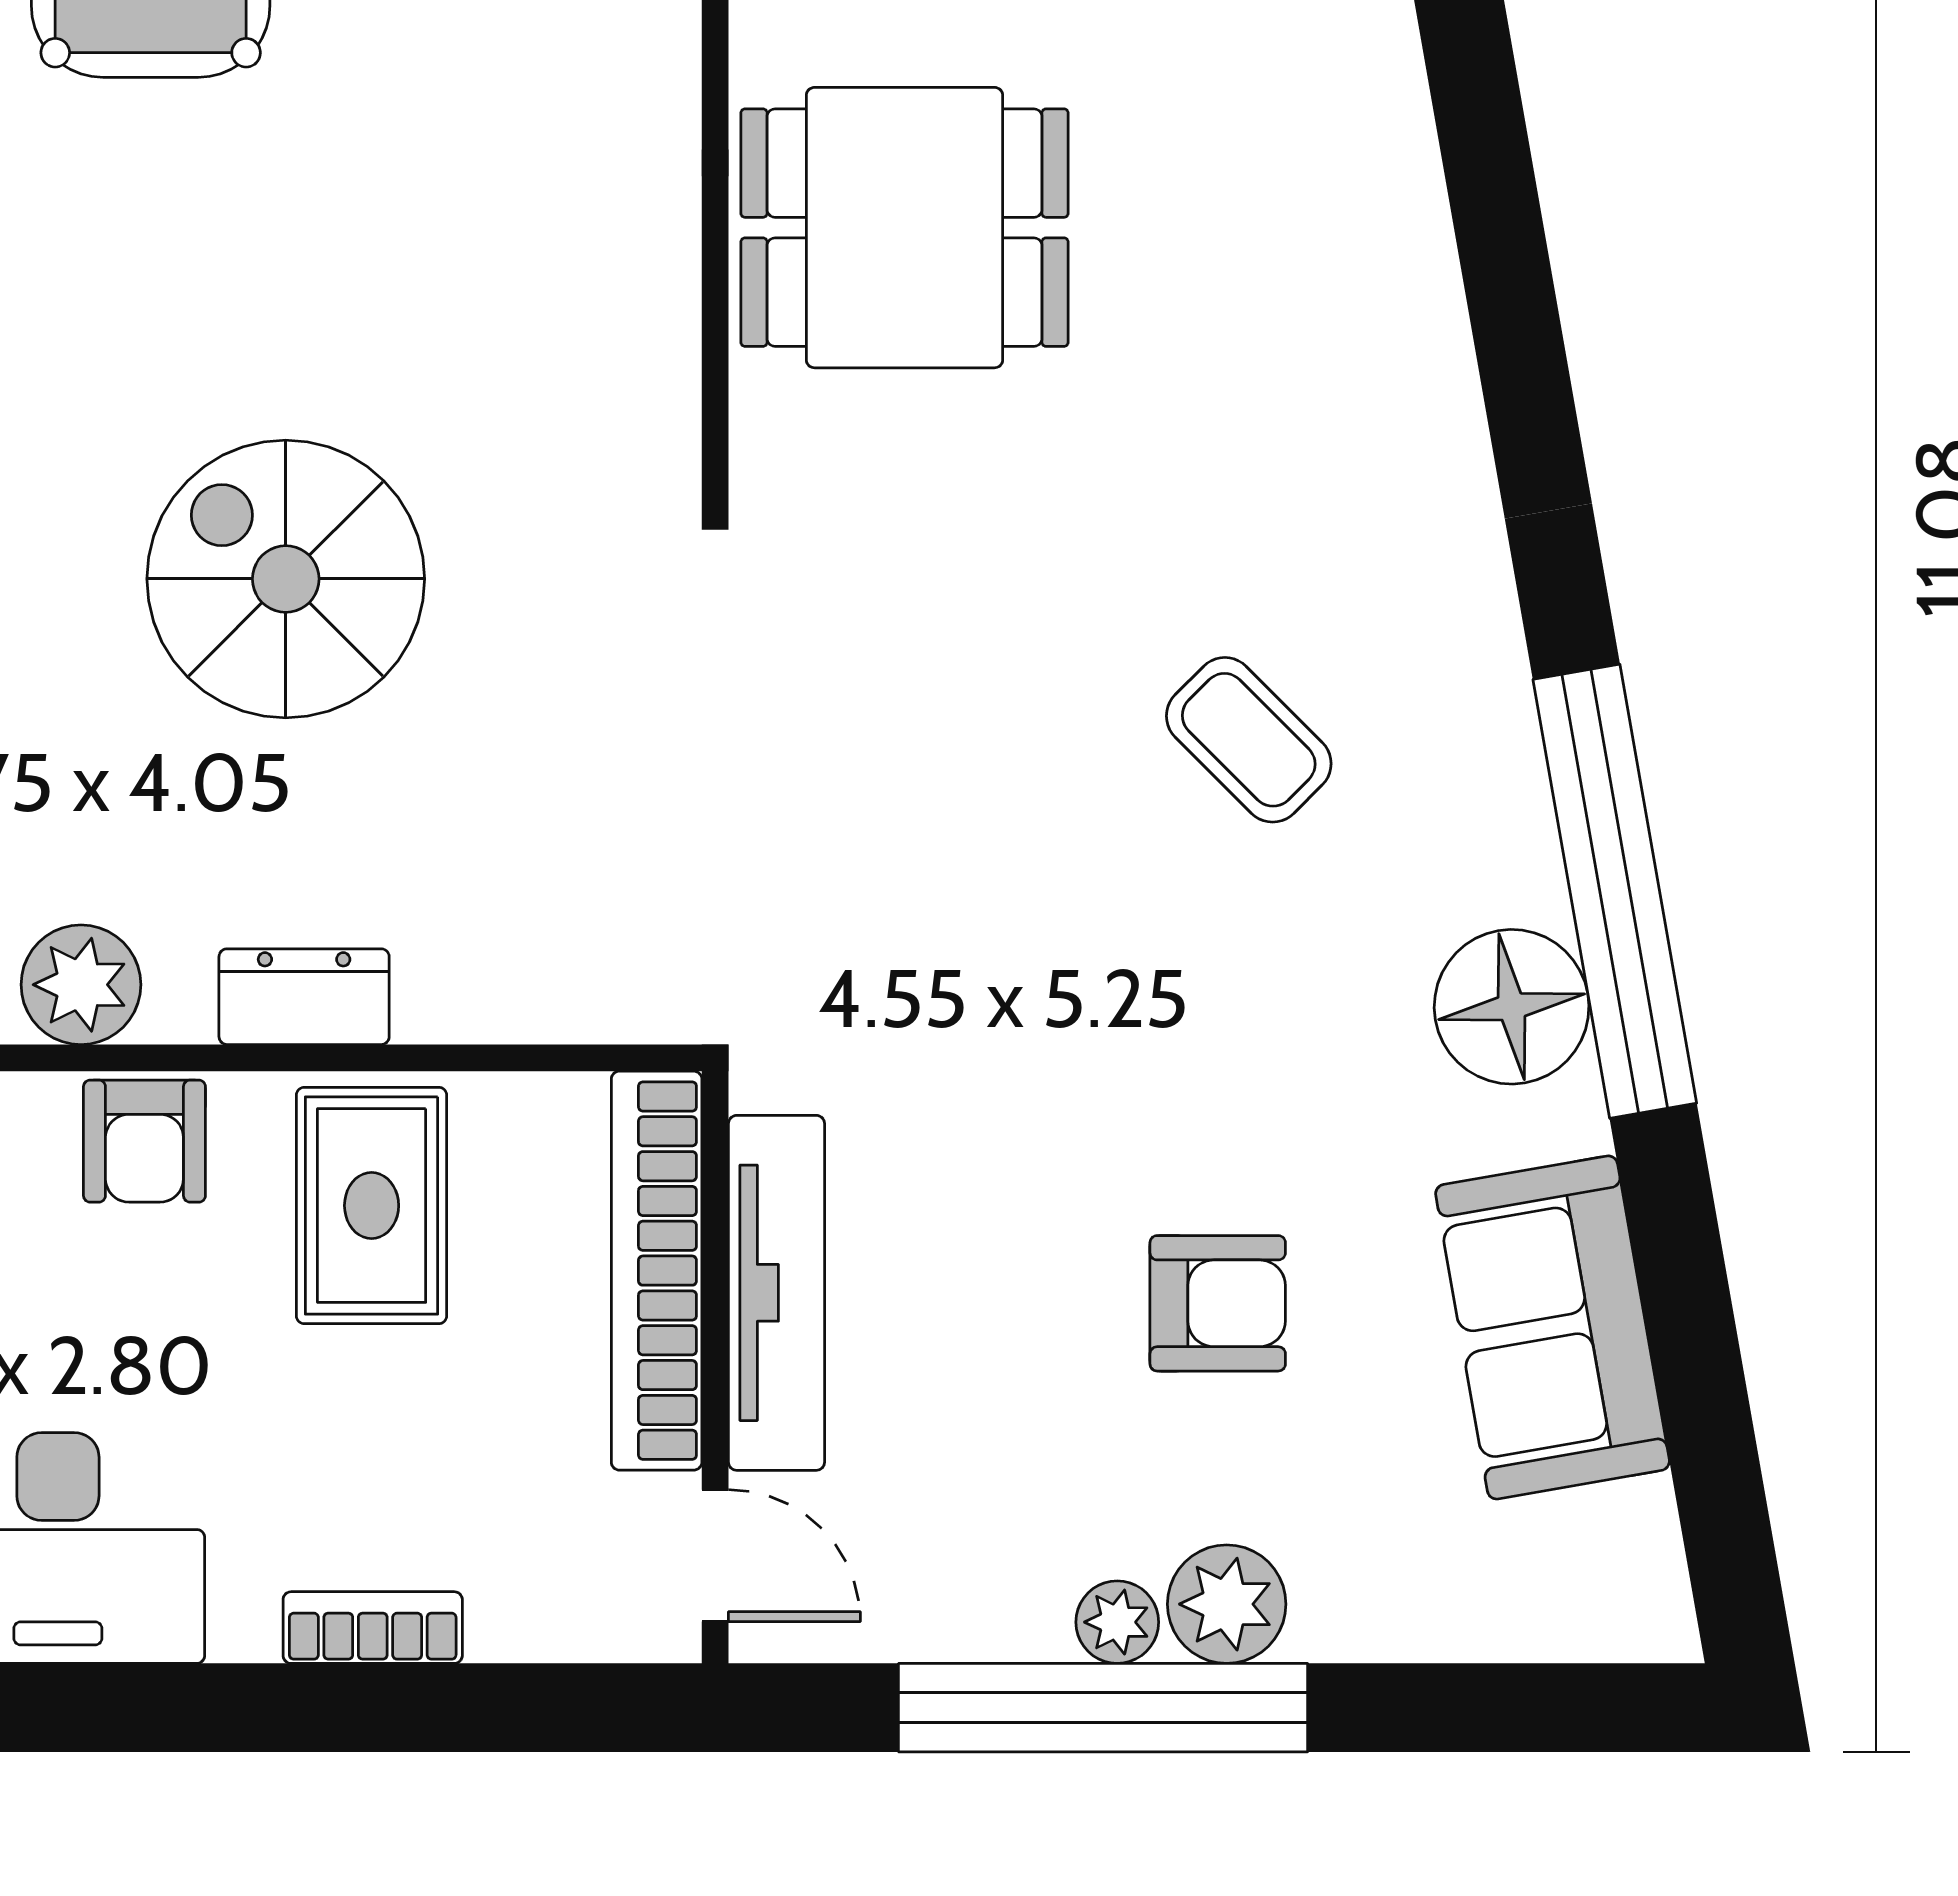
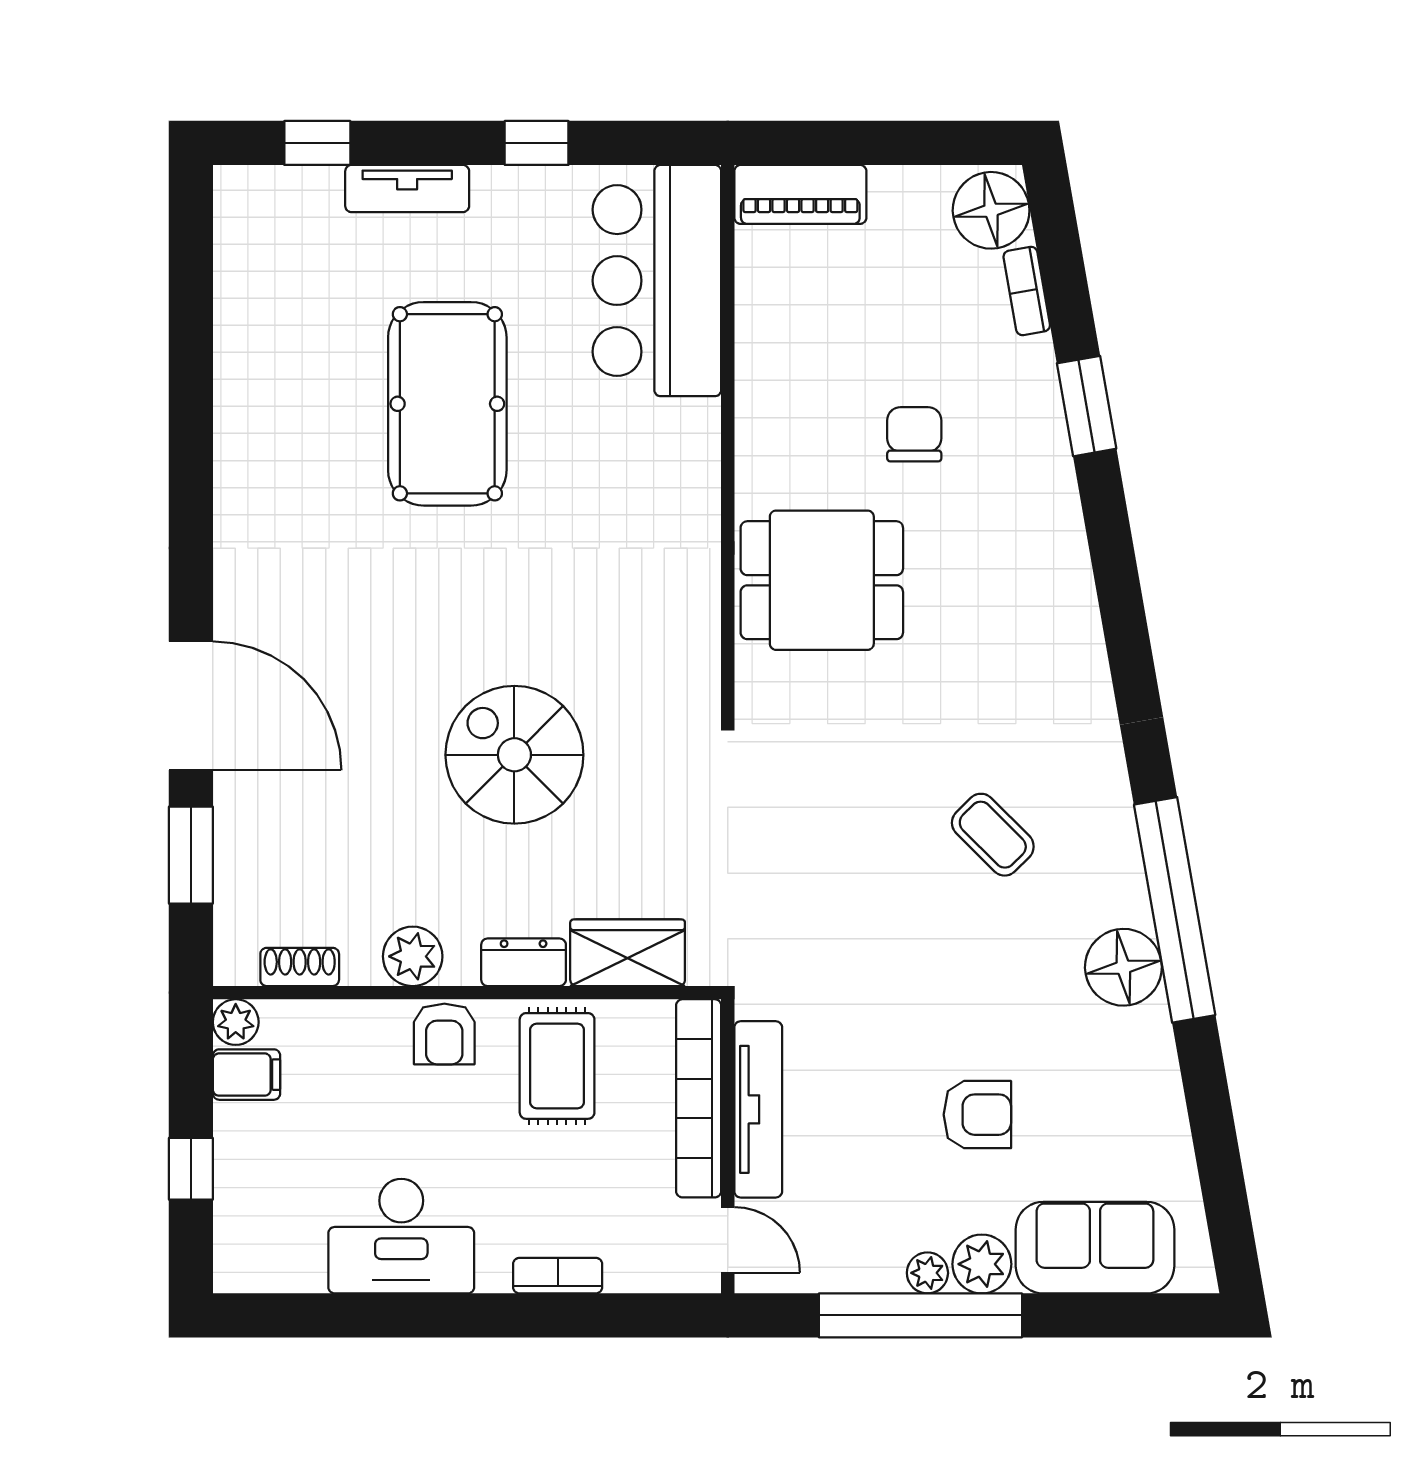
wardrobe: (514, 978) -> (628, 953), added
sofa: (1553, 1327) -> (1095, 1248), moved, turned 100

